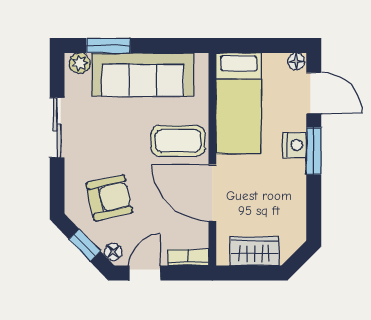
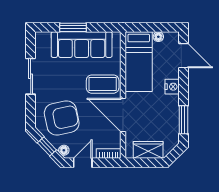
window: (108, 46) -> (73, 27), moved
floor lamp: (296, 61) -> (158, 37), moved
plant: (80, 63) -> (44, 38), removed
window: (314, 151) -> (183, 120), moved
armchair: (109, 198) -> (62, 118), width x1.36, depth x1.36

